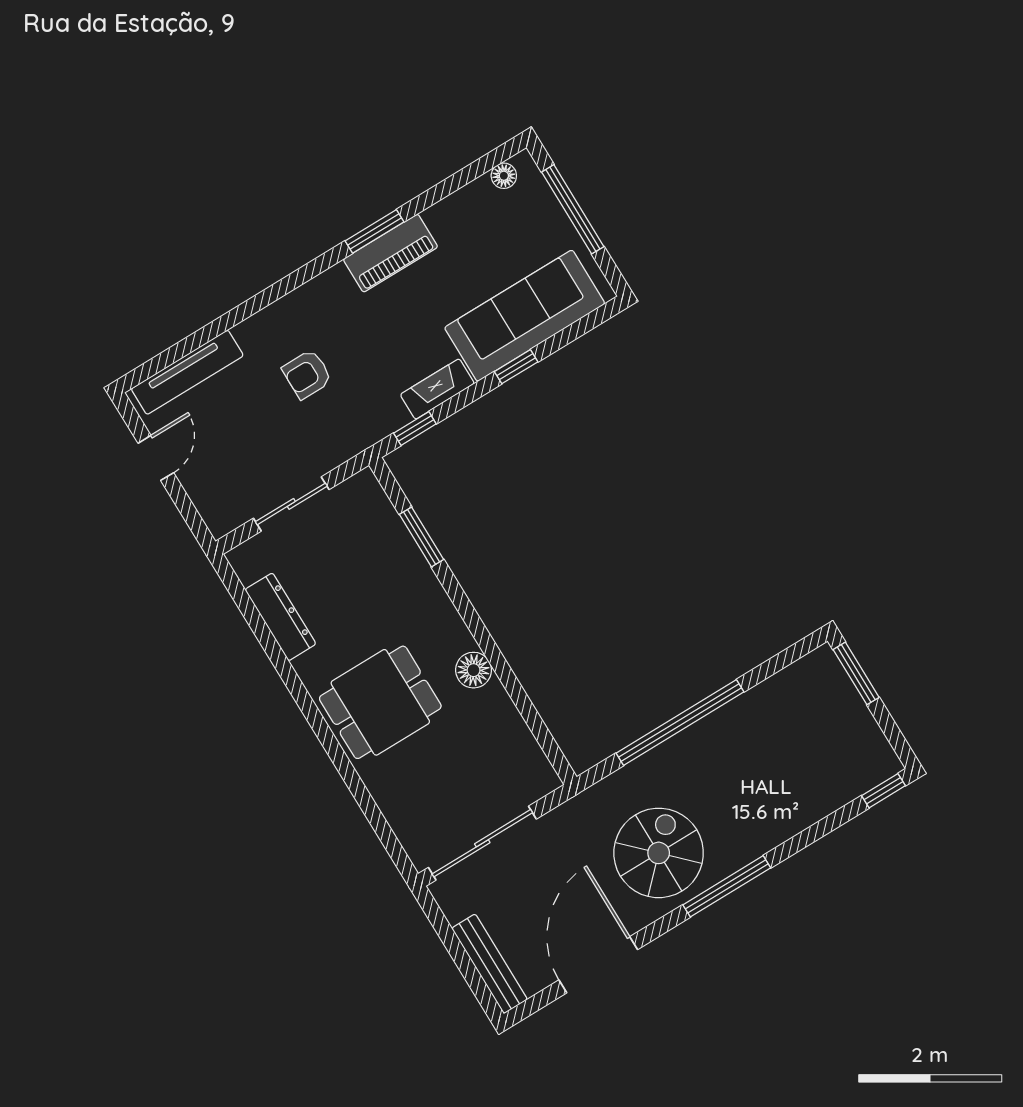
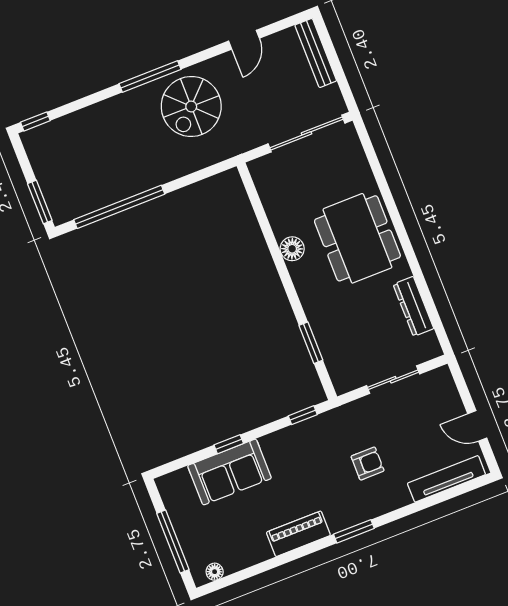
window: (375, 231) -> (354, 531), moved
sofa: (525, 316) -> (229, 472), width x0.73
fireplace: (437, 389) -> (283, 439), removed
door: (156, 458) -> (477, 426), hinge flipped
dining table: (380, 702) -> (357, 238), width x1.38
window: (680, 723) -> (119, 207), moved
door: (598, 965) -> (244, 40), width x0.53

